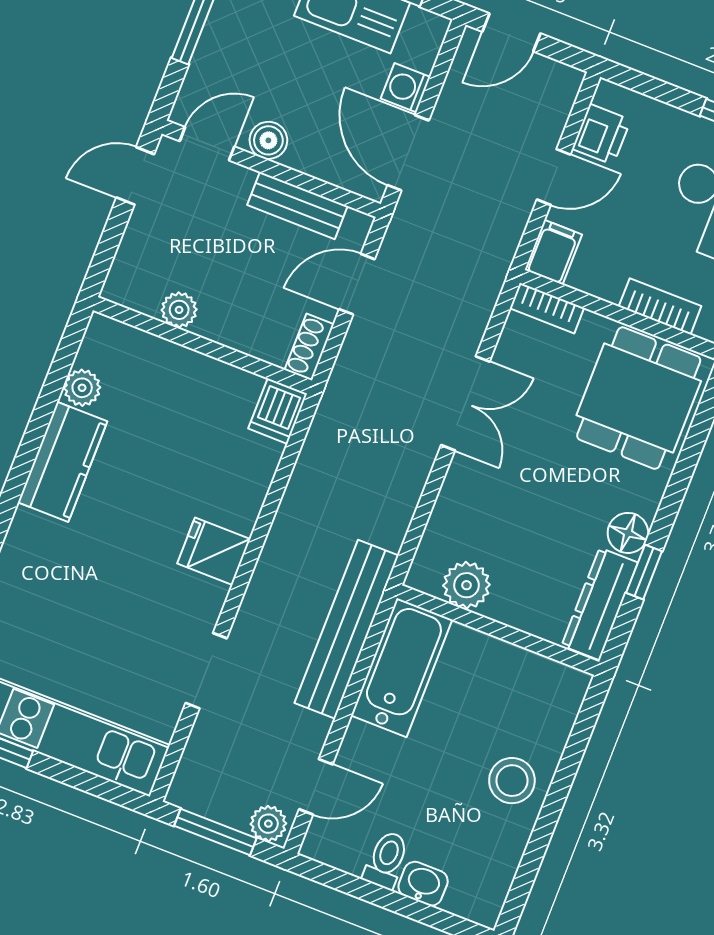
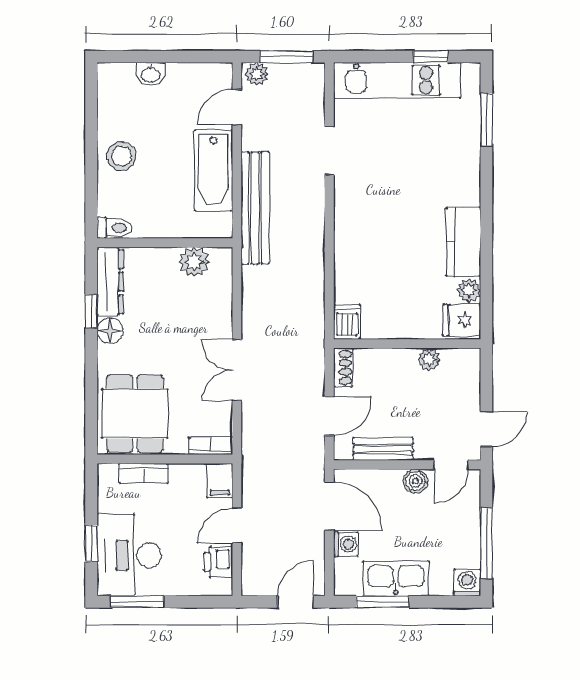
fridge: (214, 551) -> (462, 320), moved, turned 180
bathtub: (402, 668) -> (213, 170), moved
toilet: (386, 860) -> (114, 228), moved, turned -90

